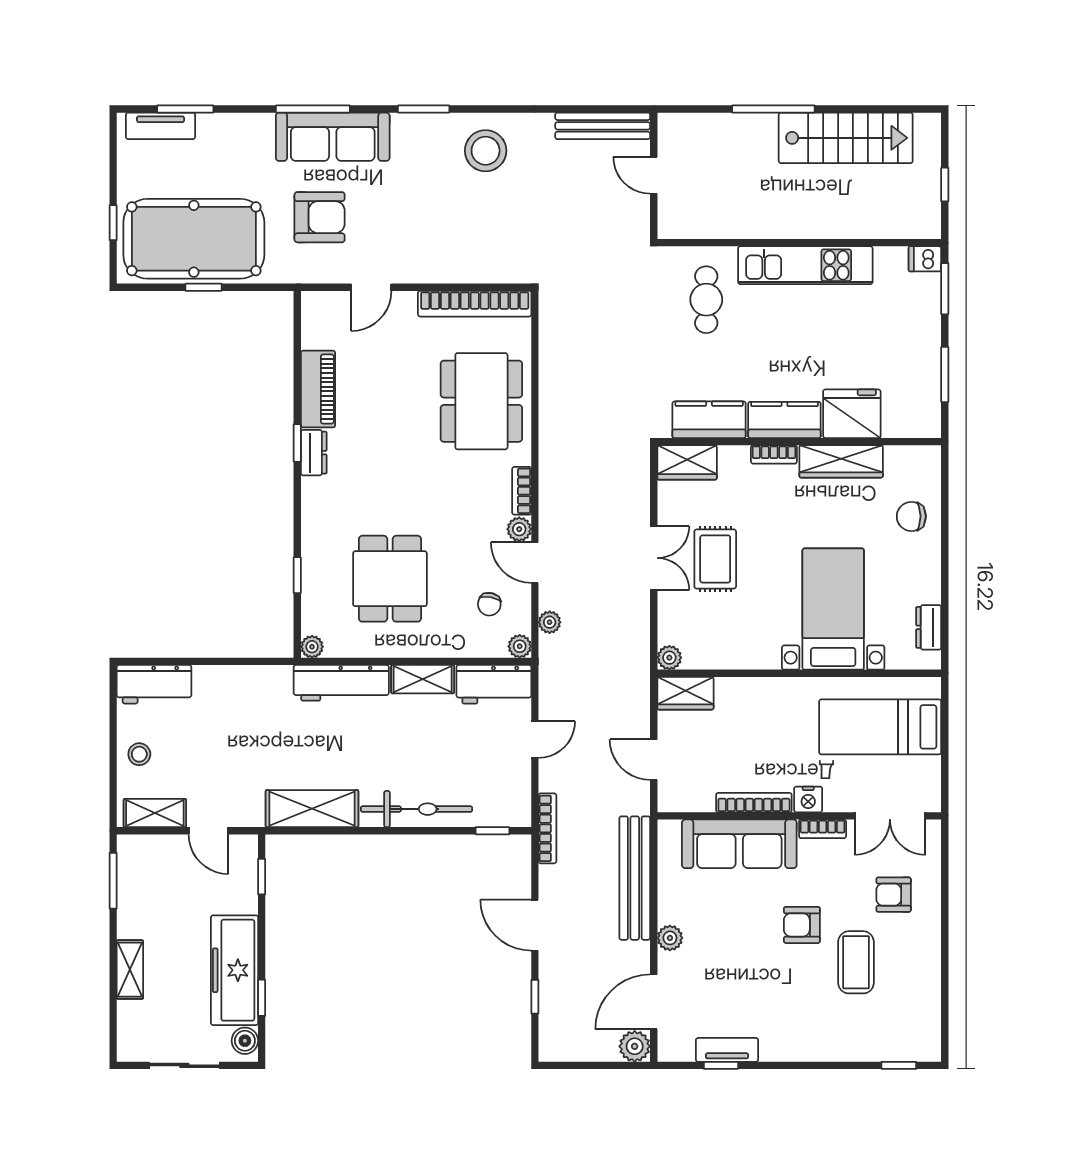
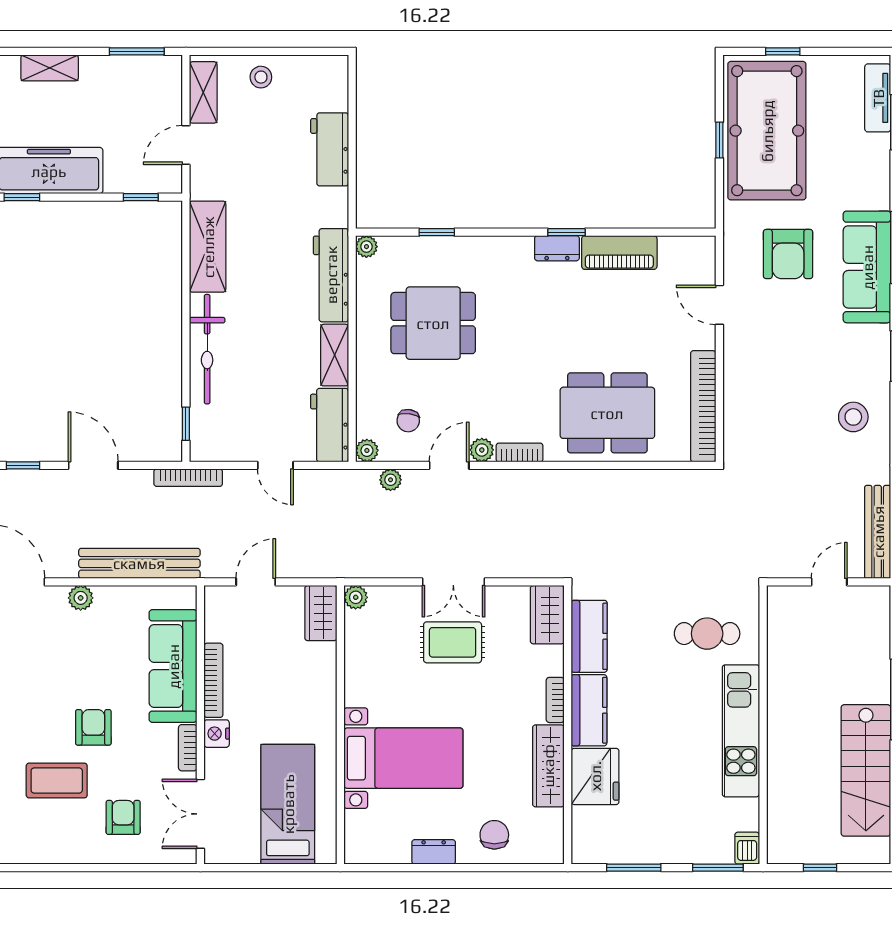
stool: (486, 151) -> (853, 417), width x0.73, depth x0.73
chair: (489, 604) -> (408, 421), turned -93
dresser: (929, 627) -> (434, 852), moved
workbench: (154, 684) -> (330, 149), moved
door: (535, 925) -> (93, 465), hinge flipped

